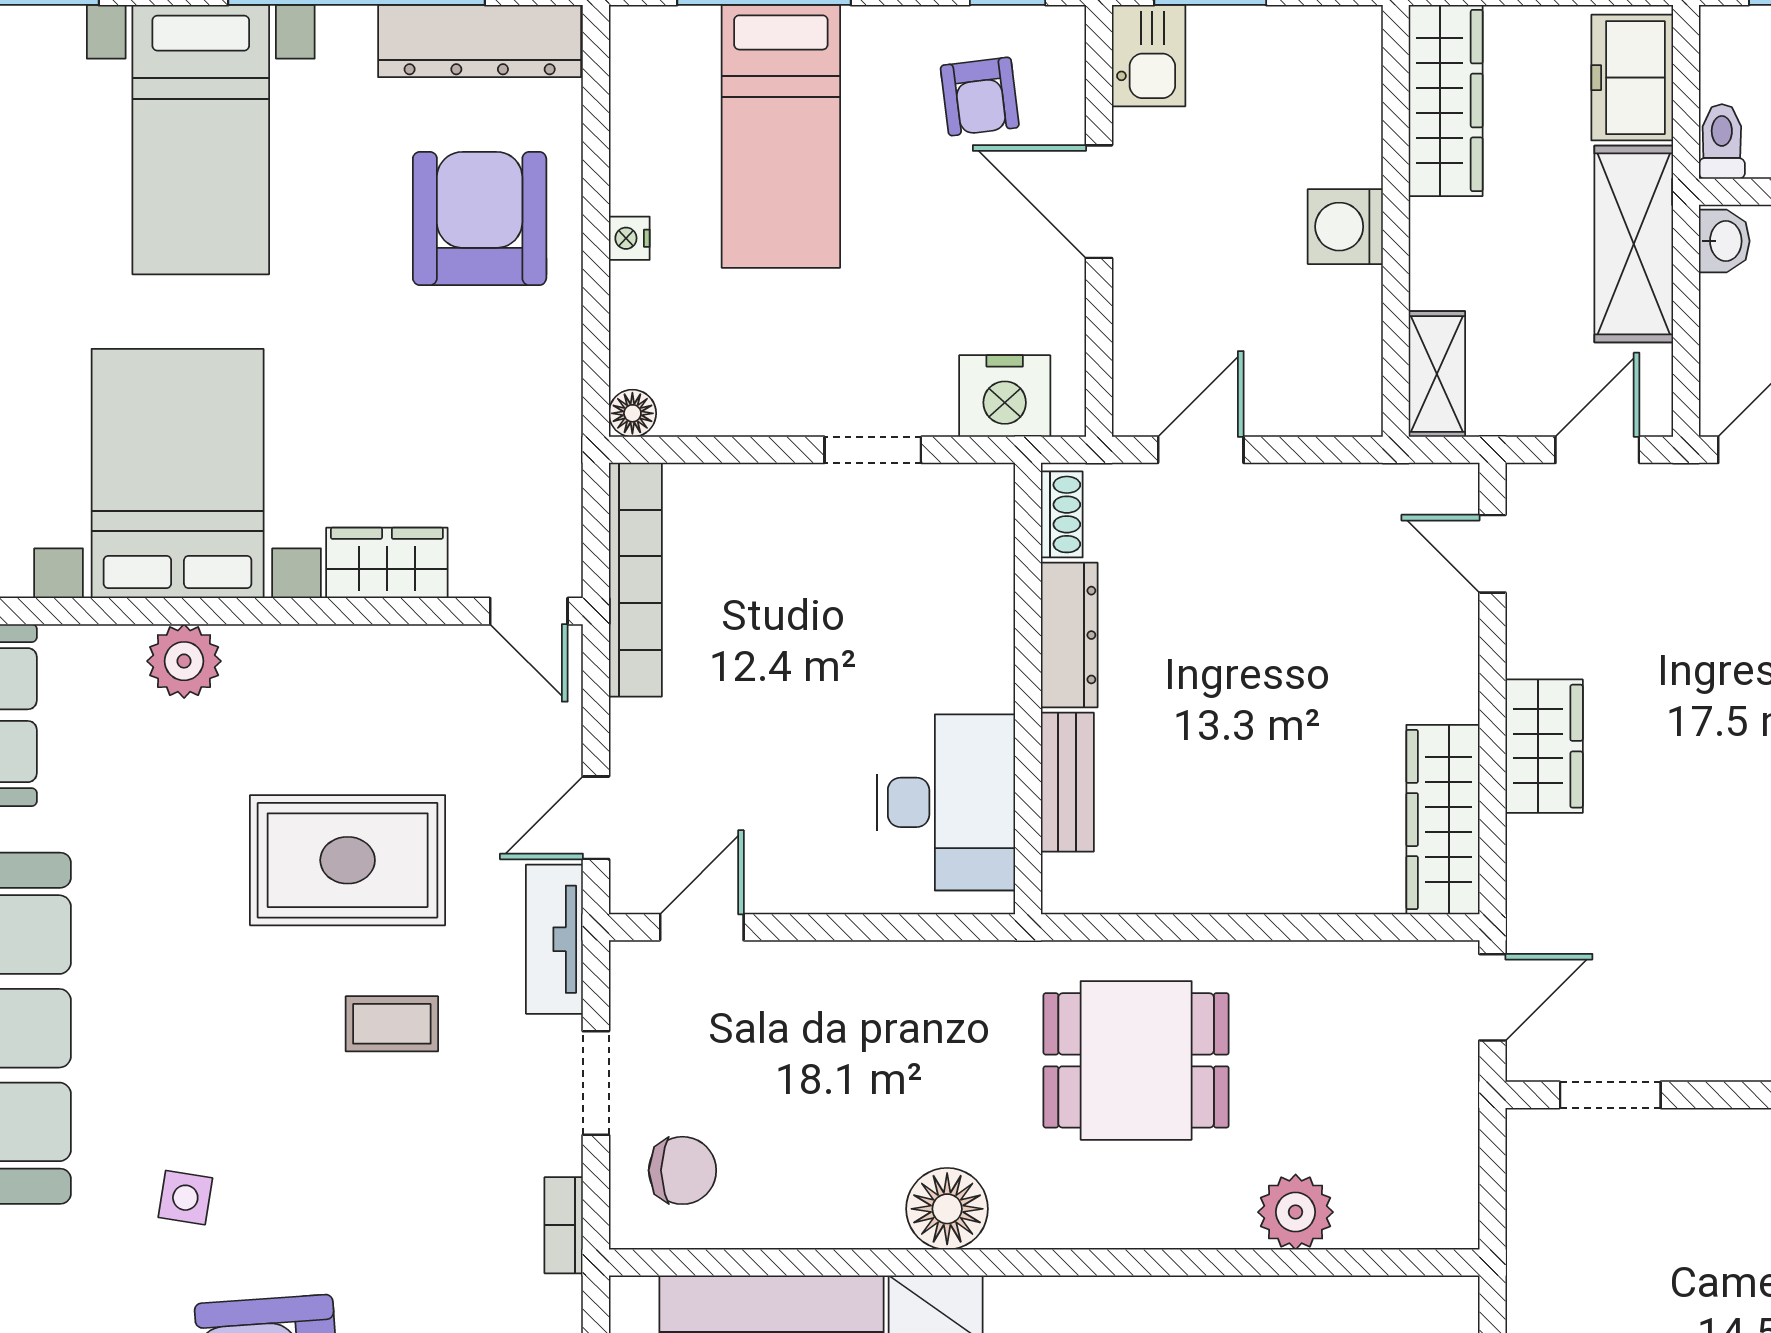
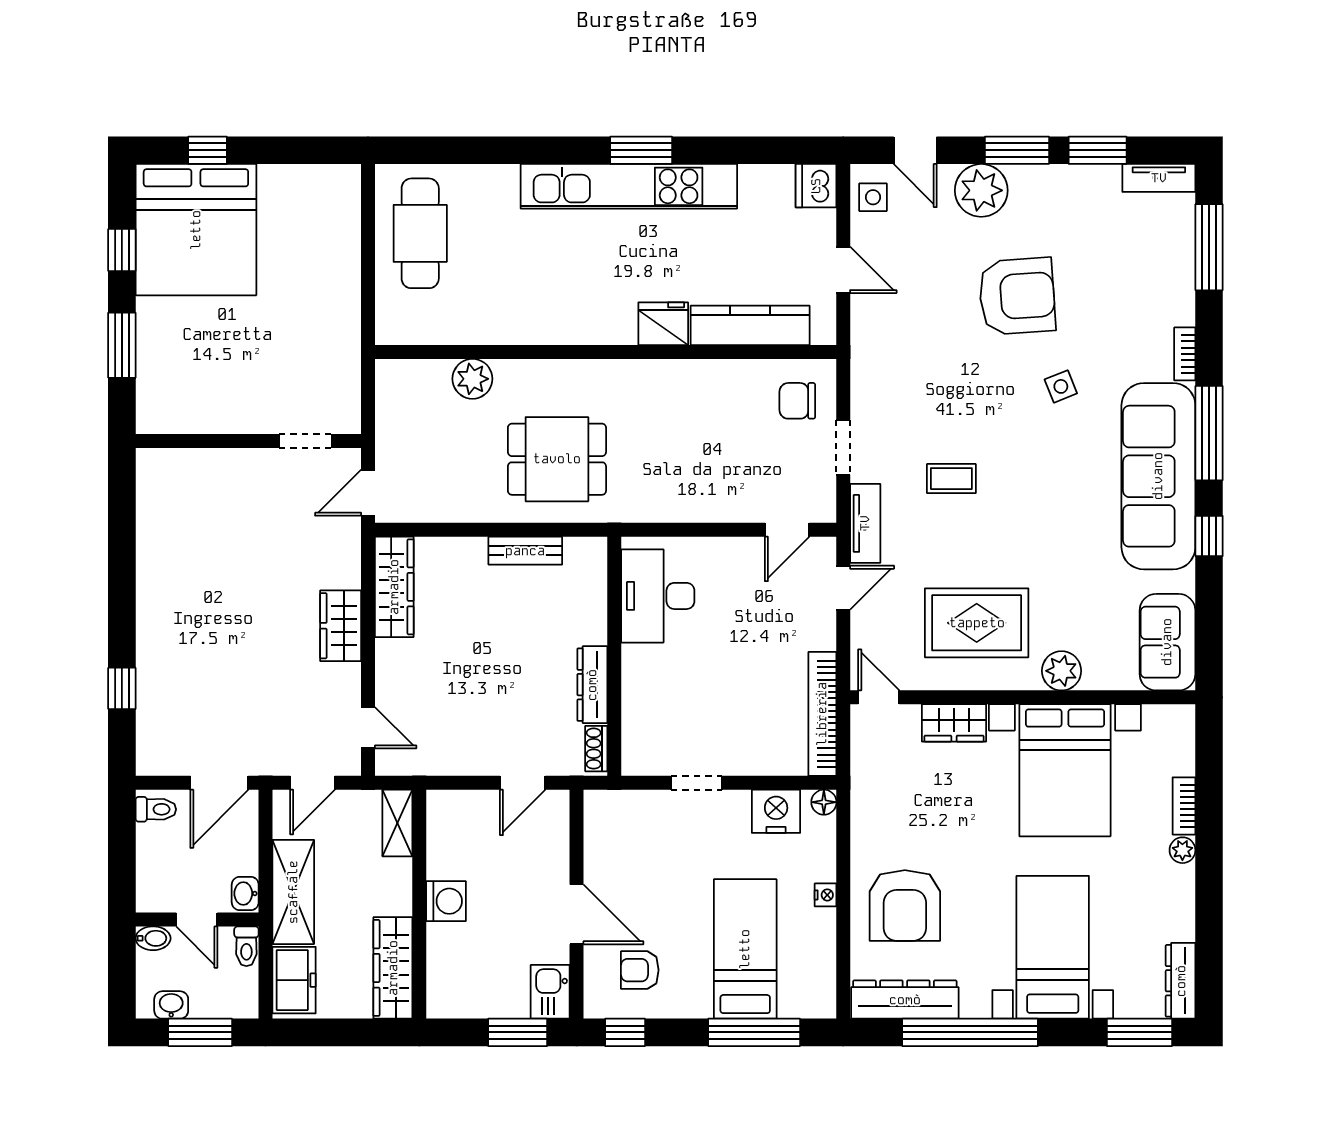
armchair: (980, 96) -> (640, 970), turned -83
nightstand: (1005, 396) -> (776, 811), moved
bench: (1067, 782) -> (525, 551), moved, turned 90
rug: (348, 860) -> (977, 623), moved
side table: (185, 1198) -> (1061, 386), turned -31
floor lamp: (947, 1209) -> (657, 381), removed
bookcase: (564, 1225) -> (860, 372), removed

